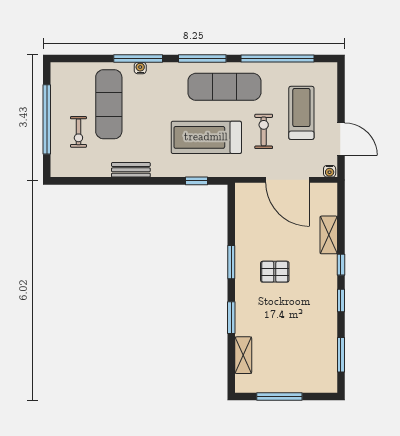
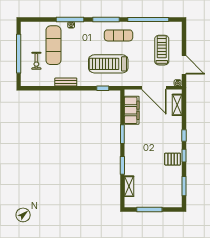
exercise mat: (224, 87) -> (118, 35), width x0.73, depth x0.69
exercise bike: (264, 131) -> (141, 60), removed
filing cabinet: (248, 220) -> (132, 110), added
shelving: (329, 235) -> (177, 105), moved
pallet: (275, 272) -> (173, 159), moved

